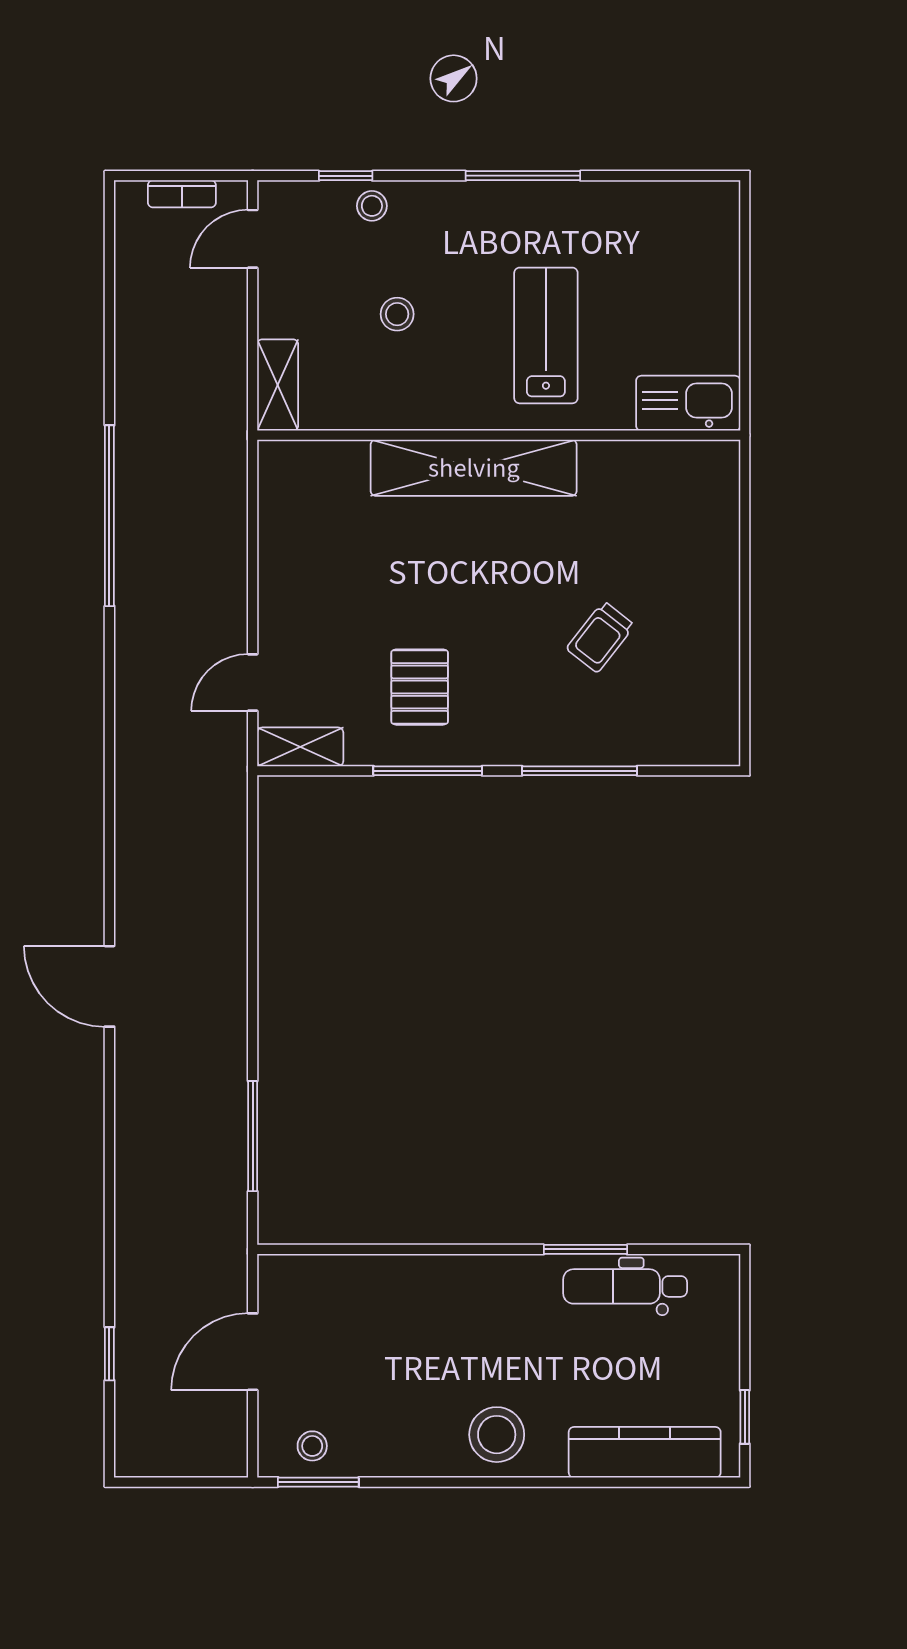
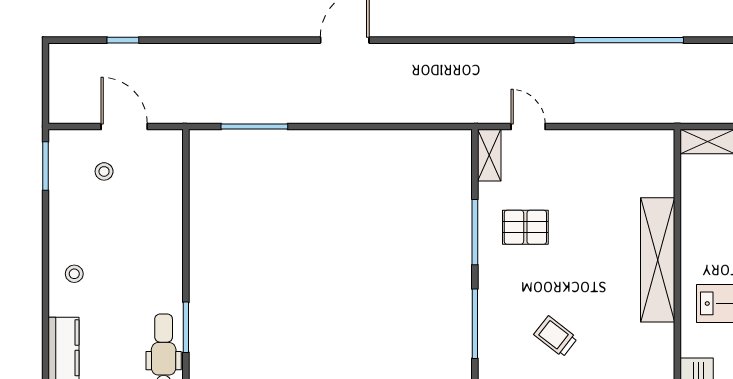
stool: (497, 1435) -> (74, 274), width x0.53, depth x0.53
stool: (312, 1446) -> (104, 171), moved

